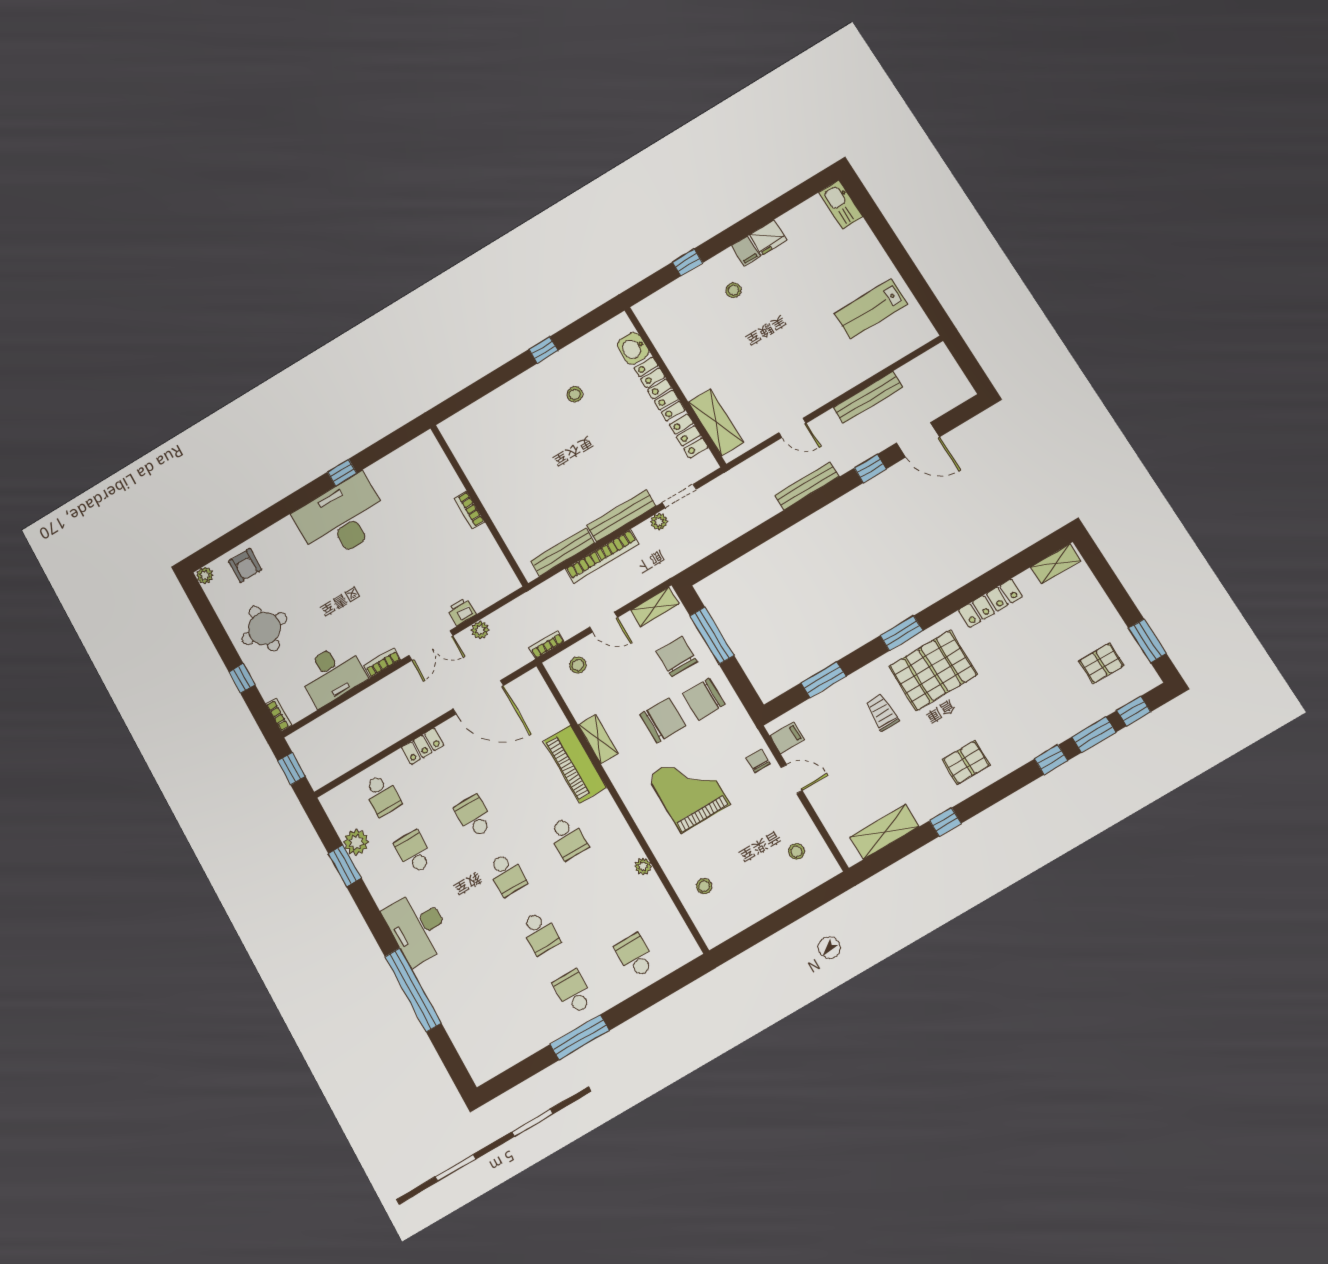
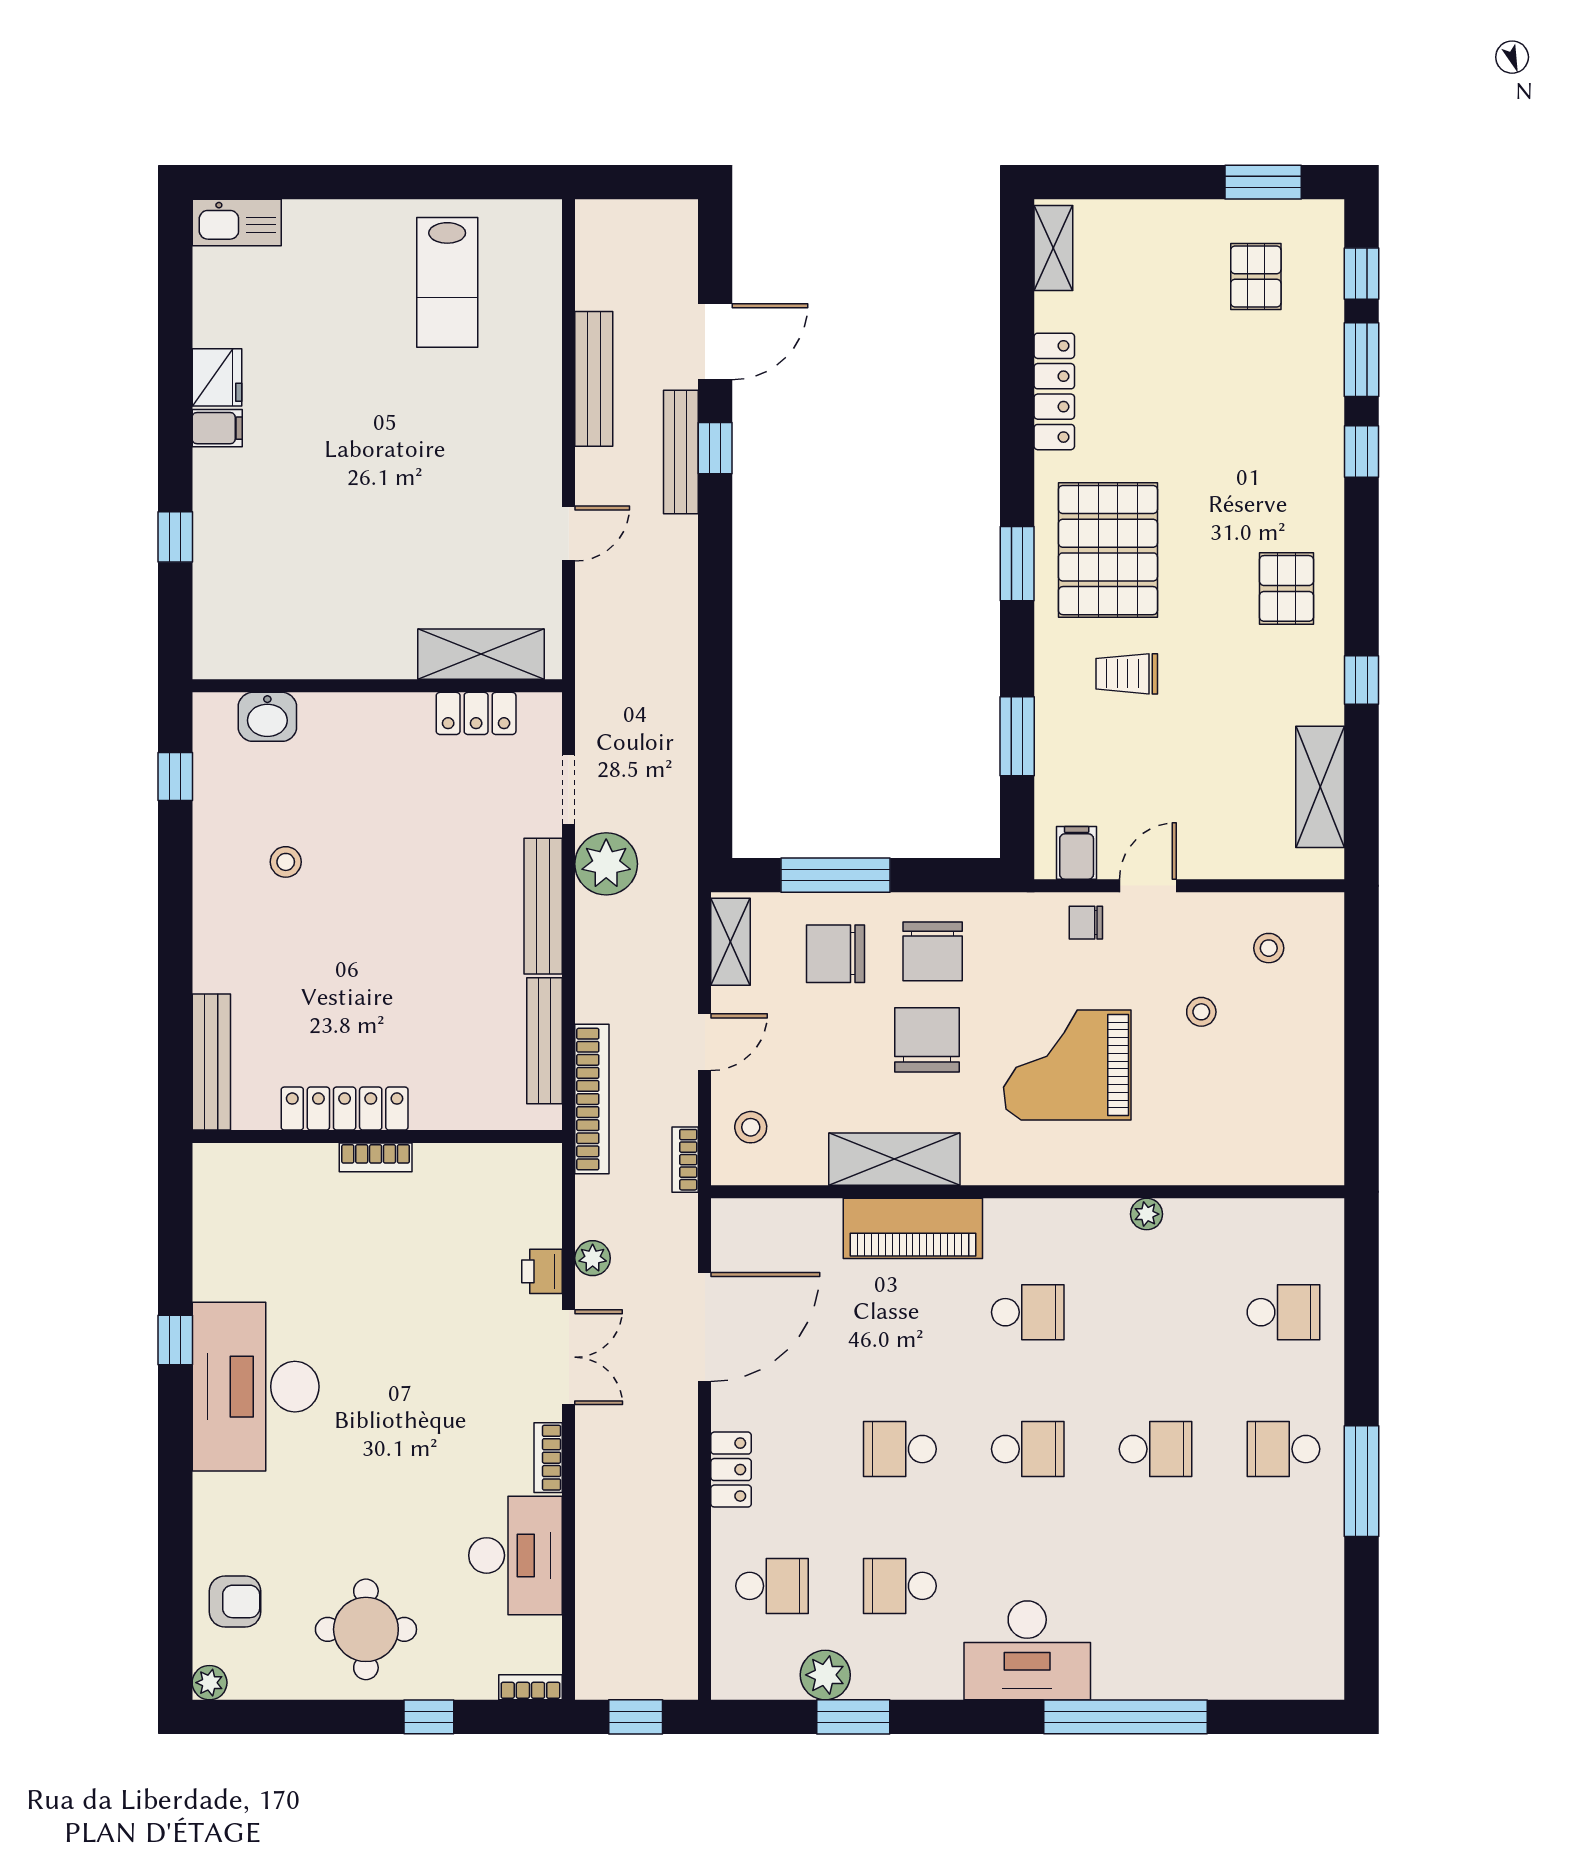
stool: (733, 290) -> (272, 489), removed
window: (543, 350) -> (175, 777), moved
locker: (660, 389) -> (345, 1109), moved, turned 180
bench: (470, 415) -> (211, 1062), added
bench: (807, 486) -> (681, 452), moved
plant: (659, 522) -> (606, 864), width x1.88, depth x1.88
bookcase: (602, 556) -> (592, 1099), moved
shelving: (598, 739) -> (894, 1159), width x1.50, depth x1.33
stool: (704, 886) -> (1201, 1012), moved
school desk: (635, 956) -> (1283, 1312), turned 180

